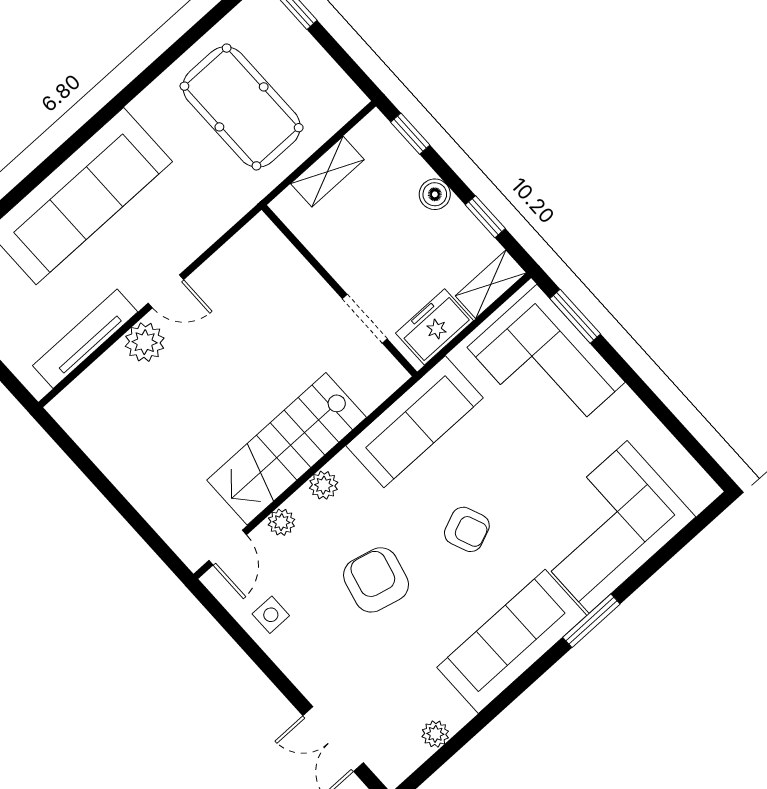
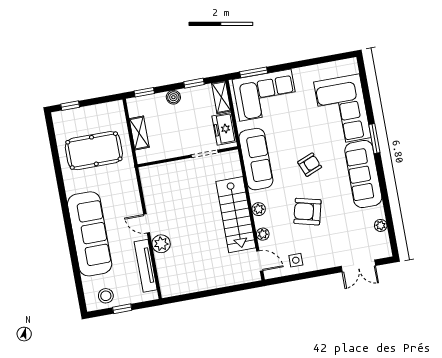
door: (166, 291) -> (147, 224), swing flipped

